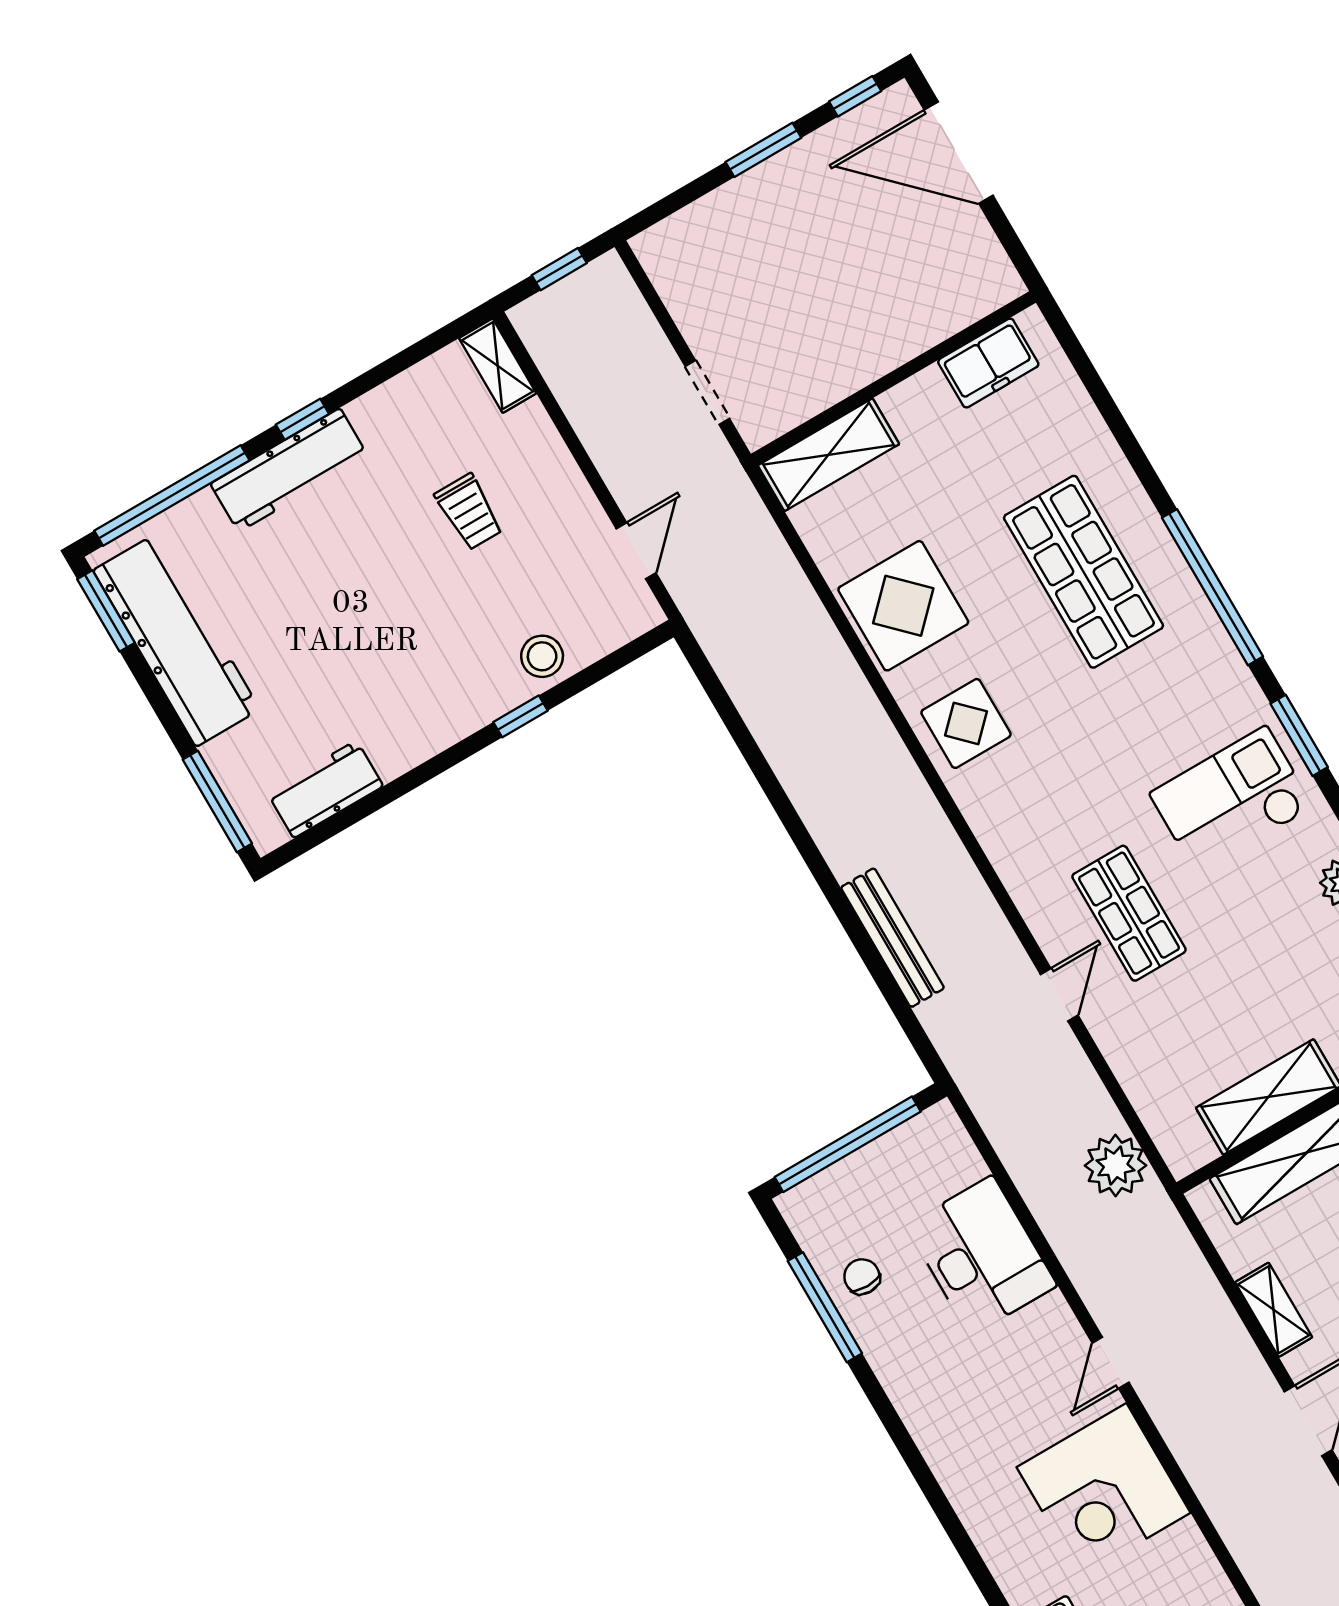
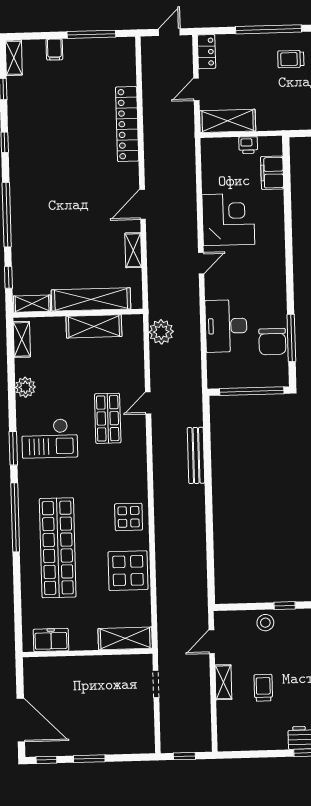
shelving: (498, 366) -> (223, 682), moved
shop shelf: (1084, 572) -> (58, 548), width x1.40
chair: (862, 1277) -> (272, 342), width x1.87, depth x1.87

